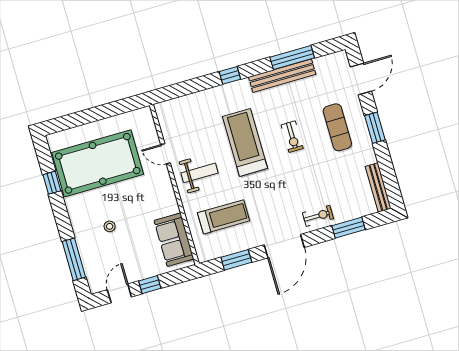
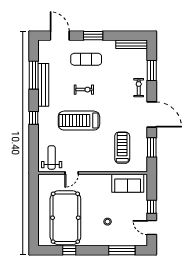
weight bench: (199, 173) -> (52, 157), moved

